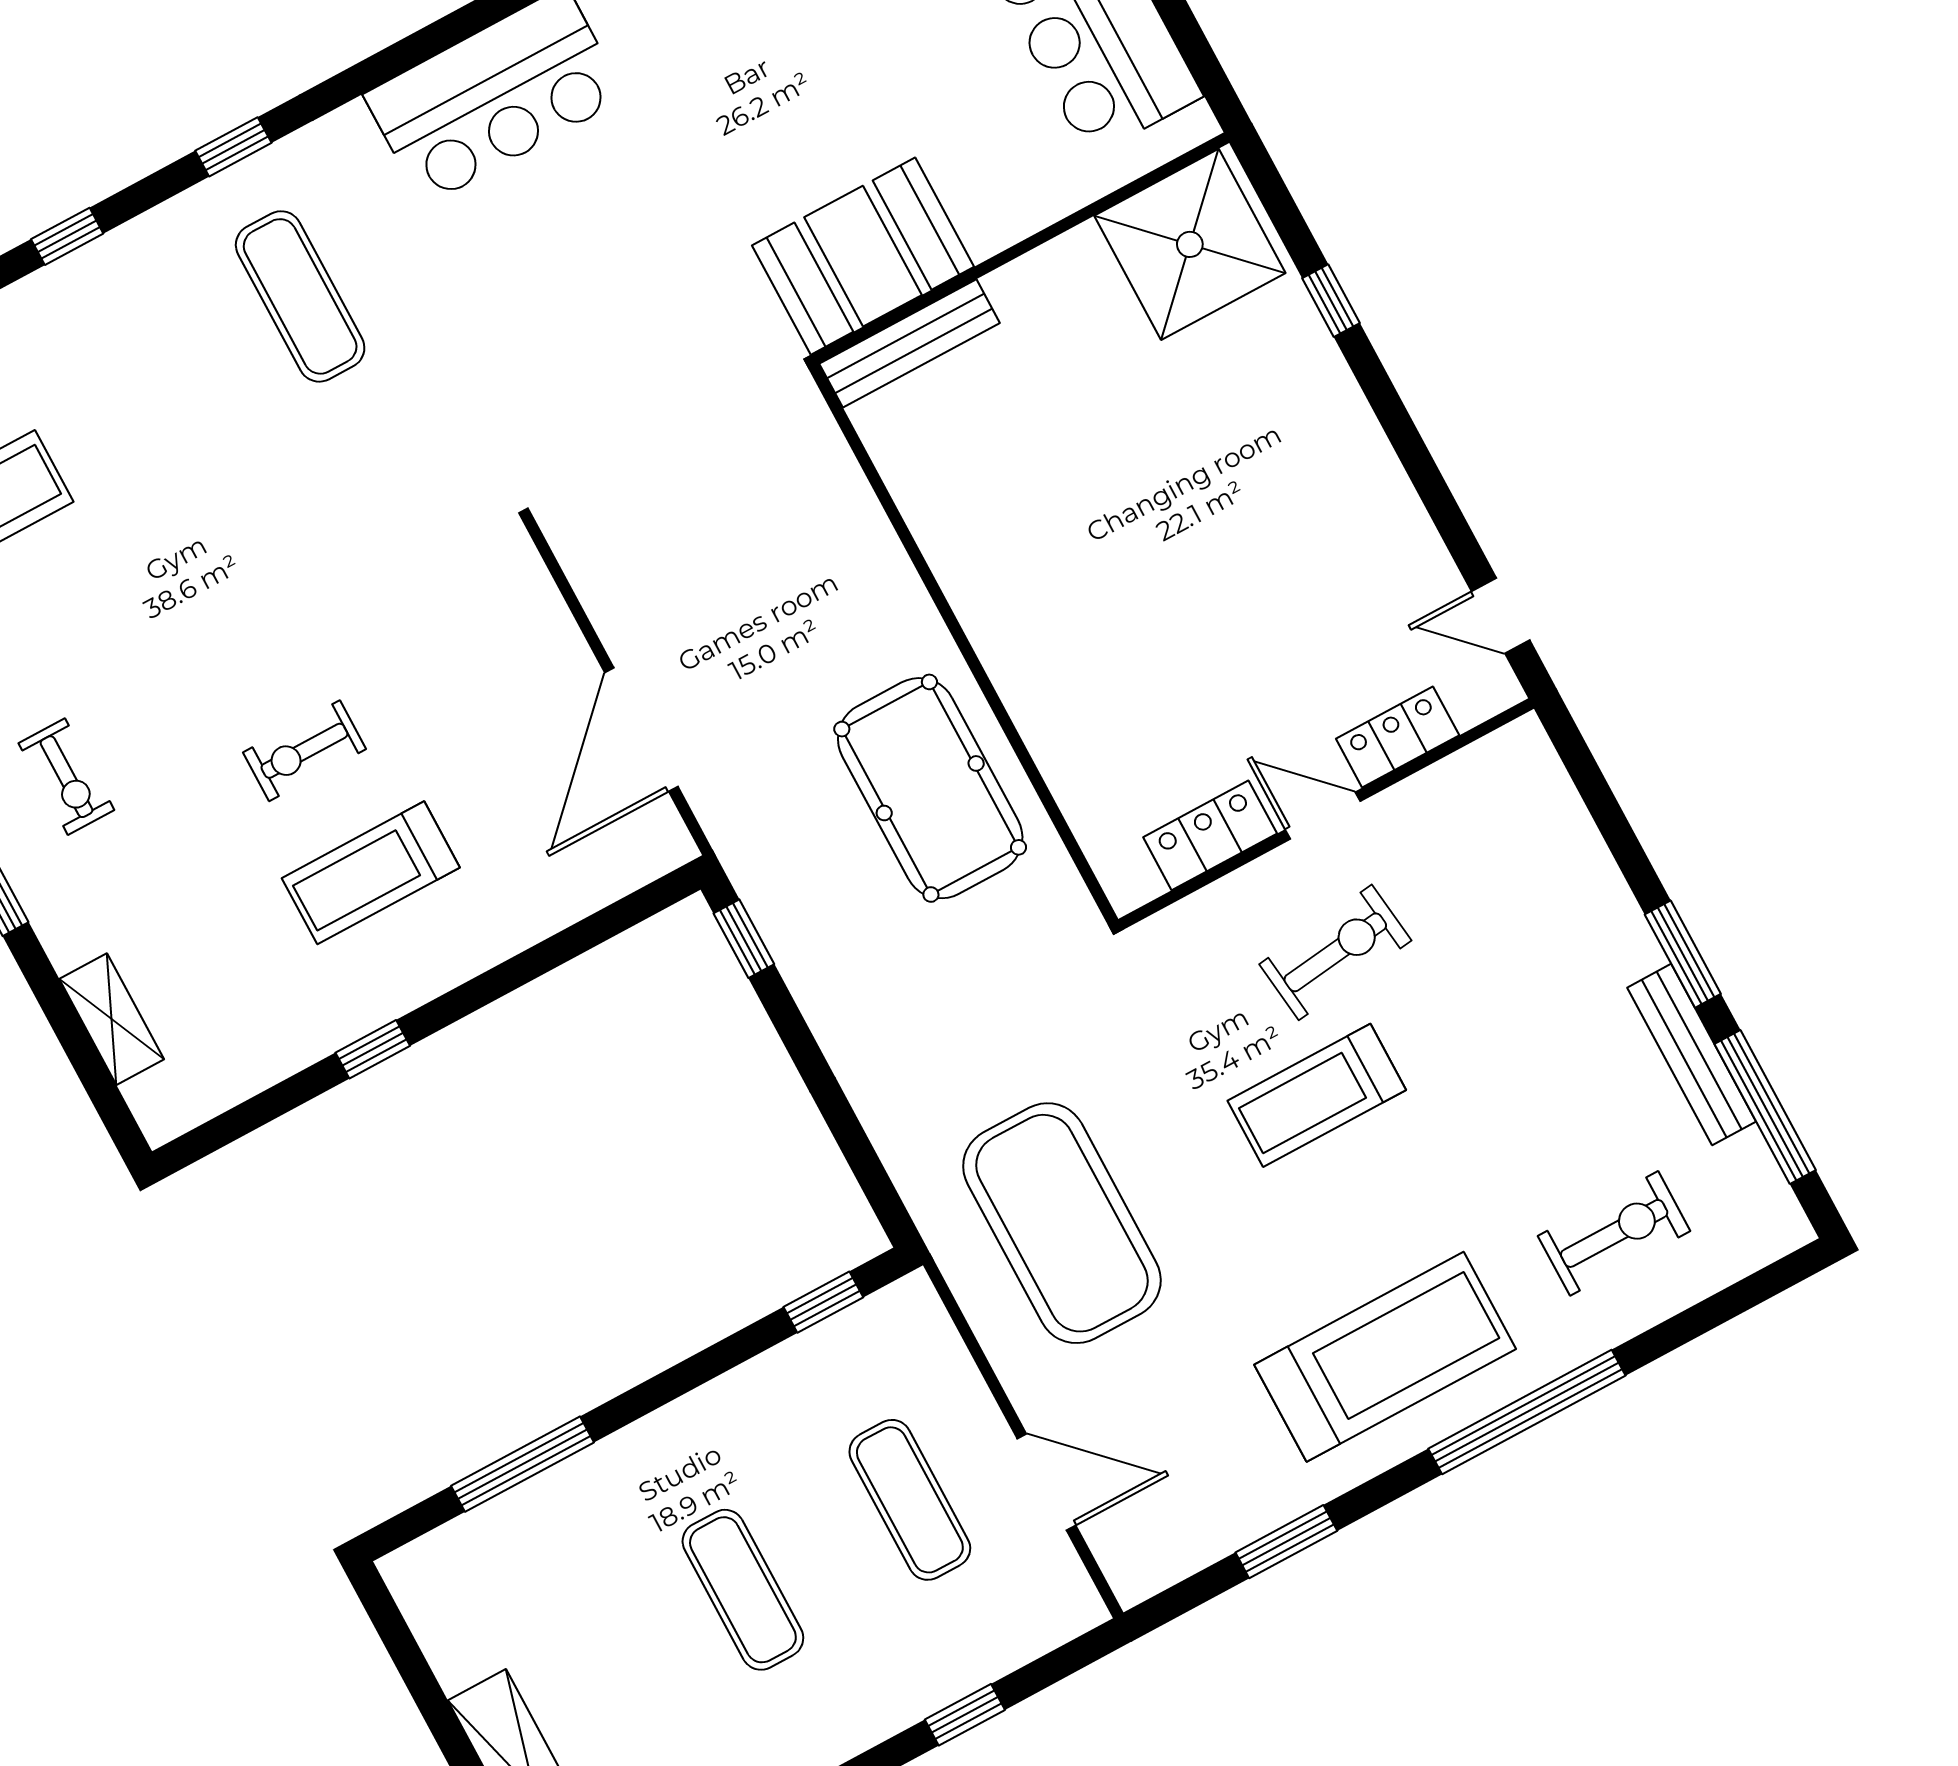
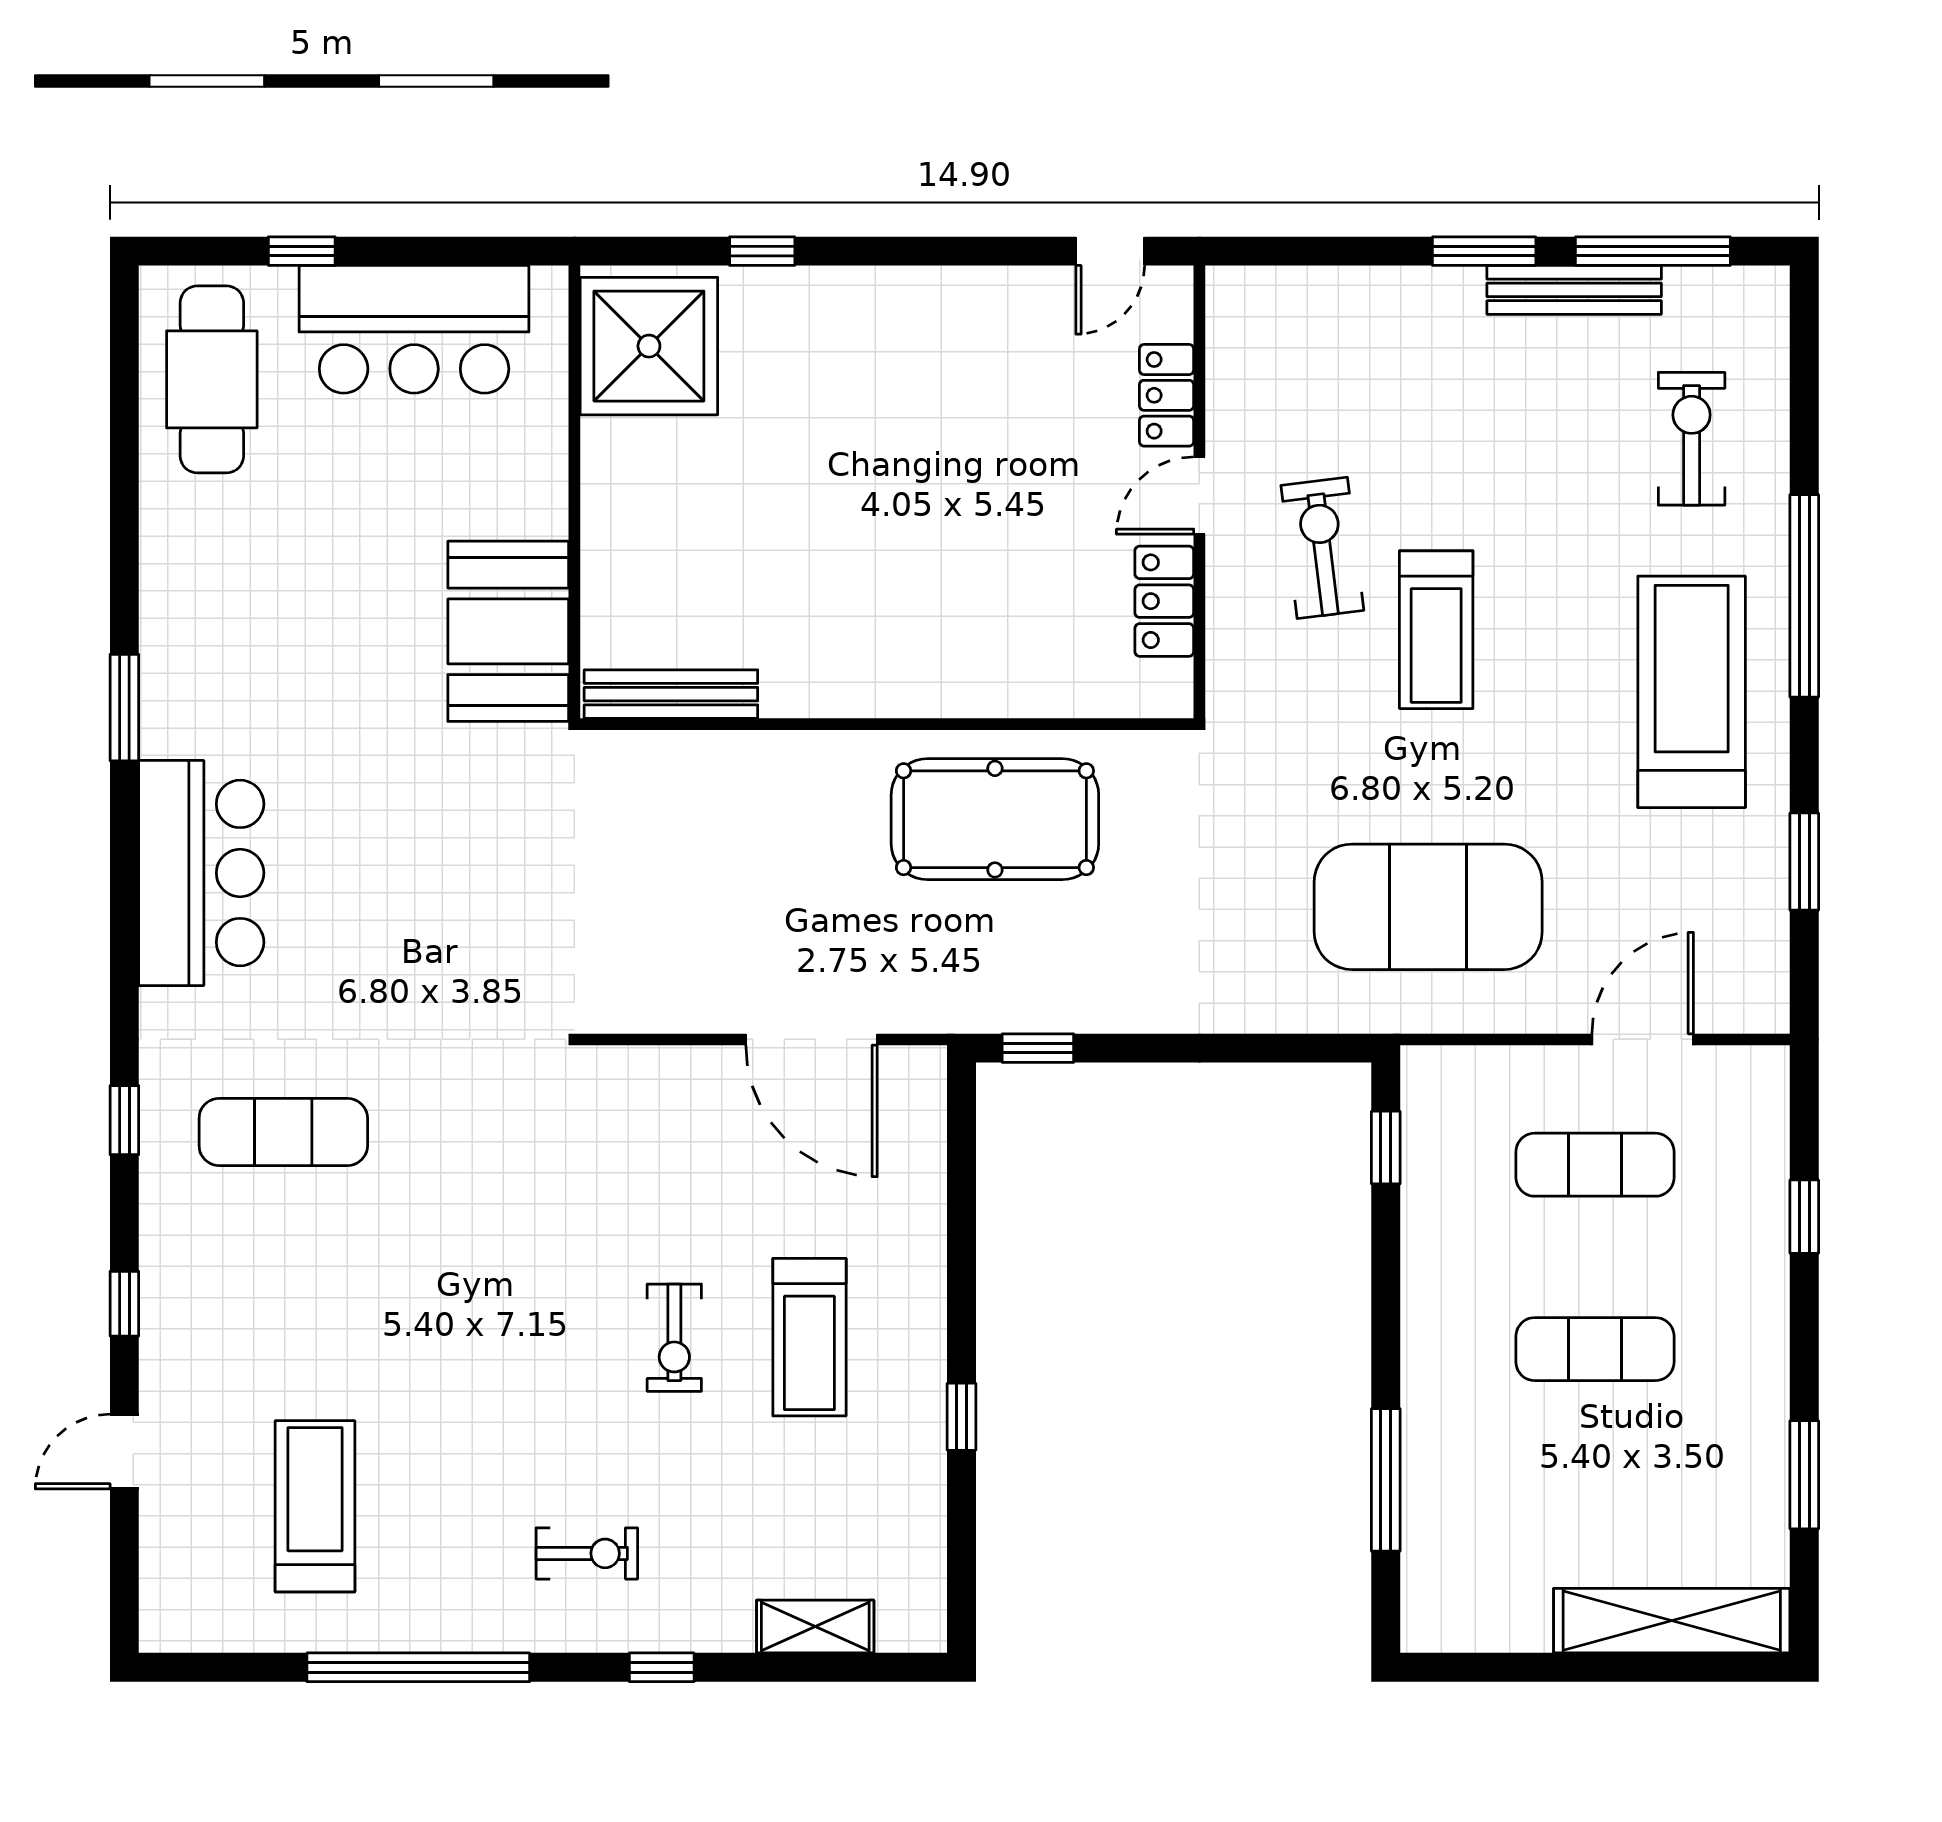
bench: (910, 343) -> (671, 694), moved, turned 90

